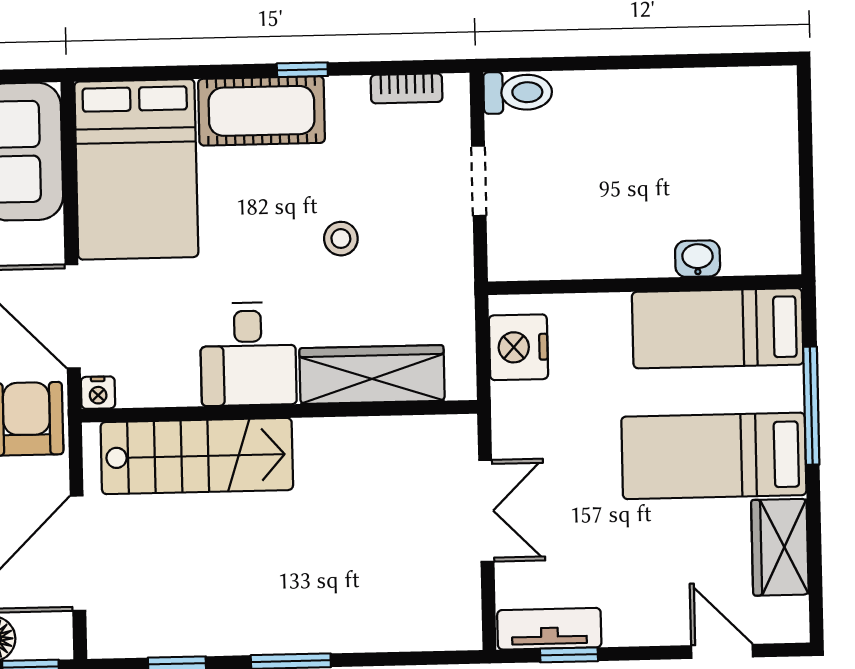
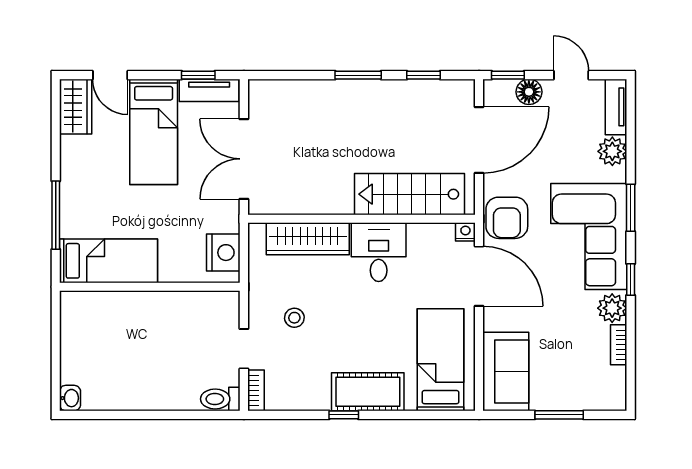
bookcase: (407, 88) -> (256, 390), moved, turned 90
bed: (136, 169) -> (440, 360), width x0.67
stool: (341, 239) -> (294, 318), moved
washbasin: (698, 259) -> (70, 398), moved, turned -90
bed: (714, 456) -> (154, 132), moved, turned 90
double door: (486, 511) -> (244, 159), width x1.37
wardrobe: (780, 547) -> (76, 107), moved

